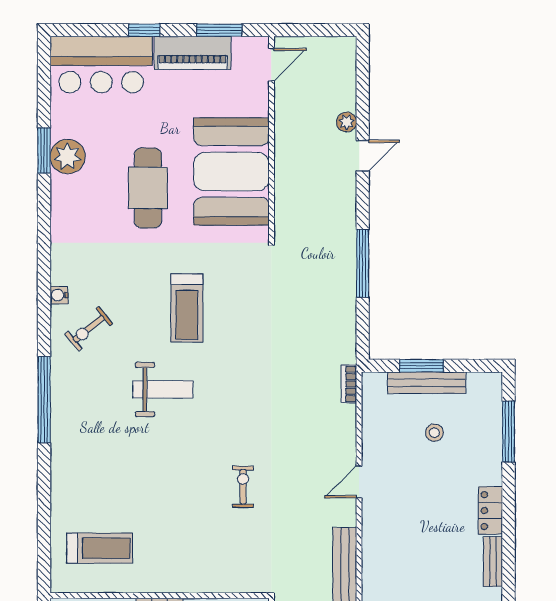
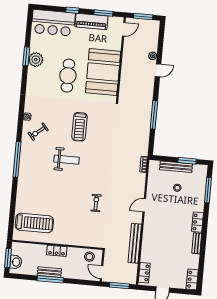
window: (315, 30) -> (143, 17), added
window: (421, 366) -> (187, 161), moved
treadmill: (100, 548) -> (34, 223), width x1.37, depth x1.38

